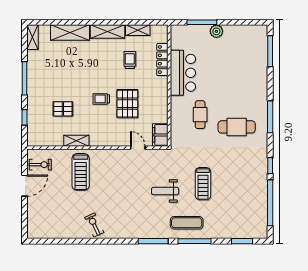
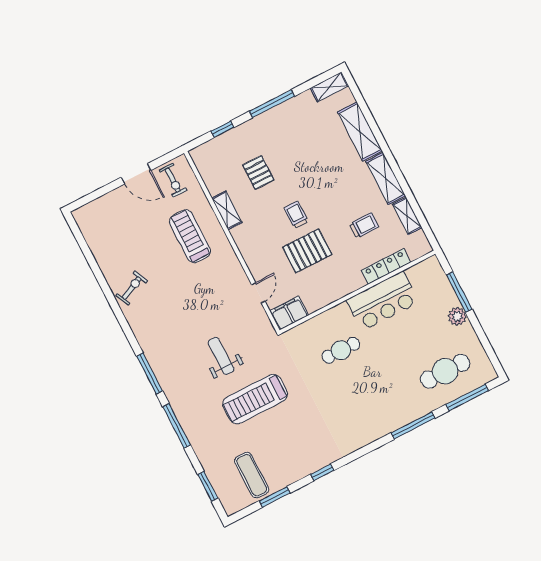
window: (270, 117) -> (413, 425), moved
cafe table: (237, 127) -> (445, 371), moved, turned 90
treadmill: (81, 172) -> (190, 236), turned 90
treadmill: (203, 184) -> (255, 399), width x1.37, depth x1.38
window: (270, 203) -> (275, 497), width x0.47
exercise mat: (187, 223) -> (252, 475), moved

